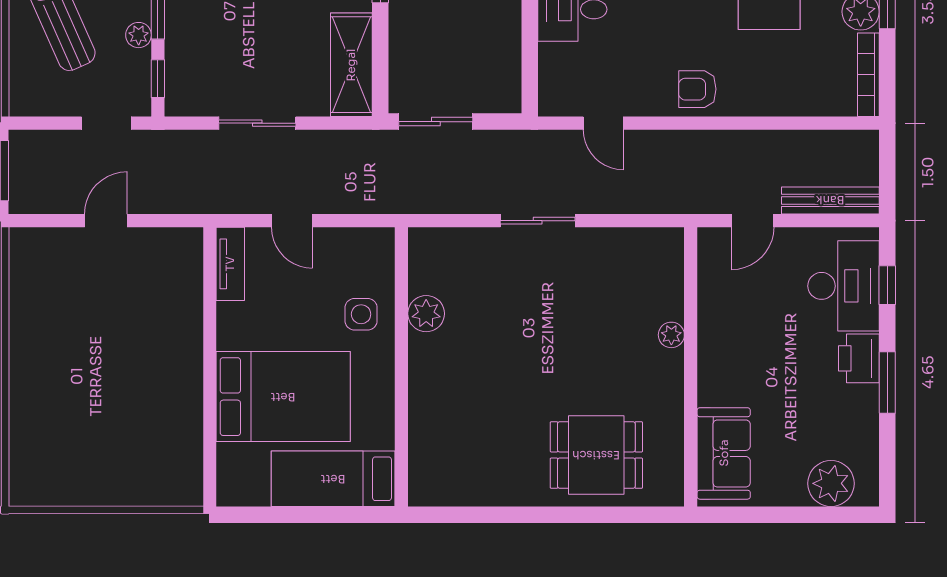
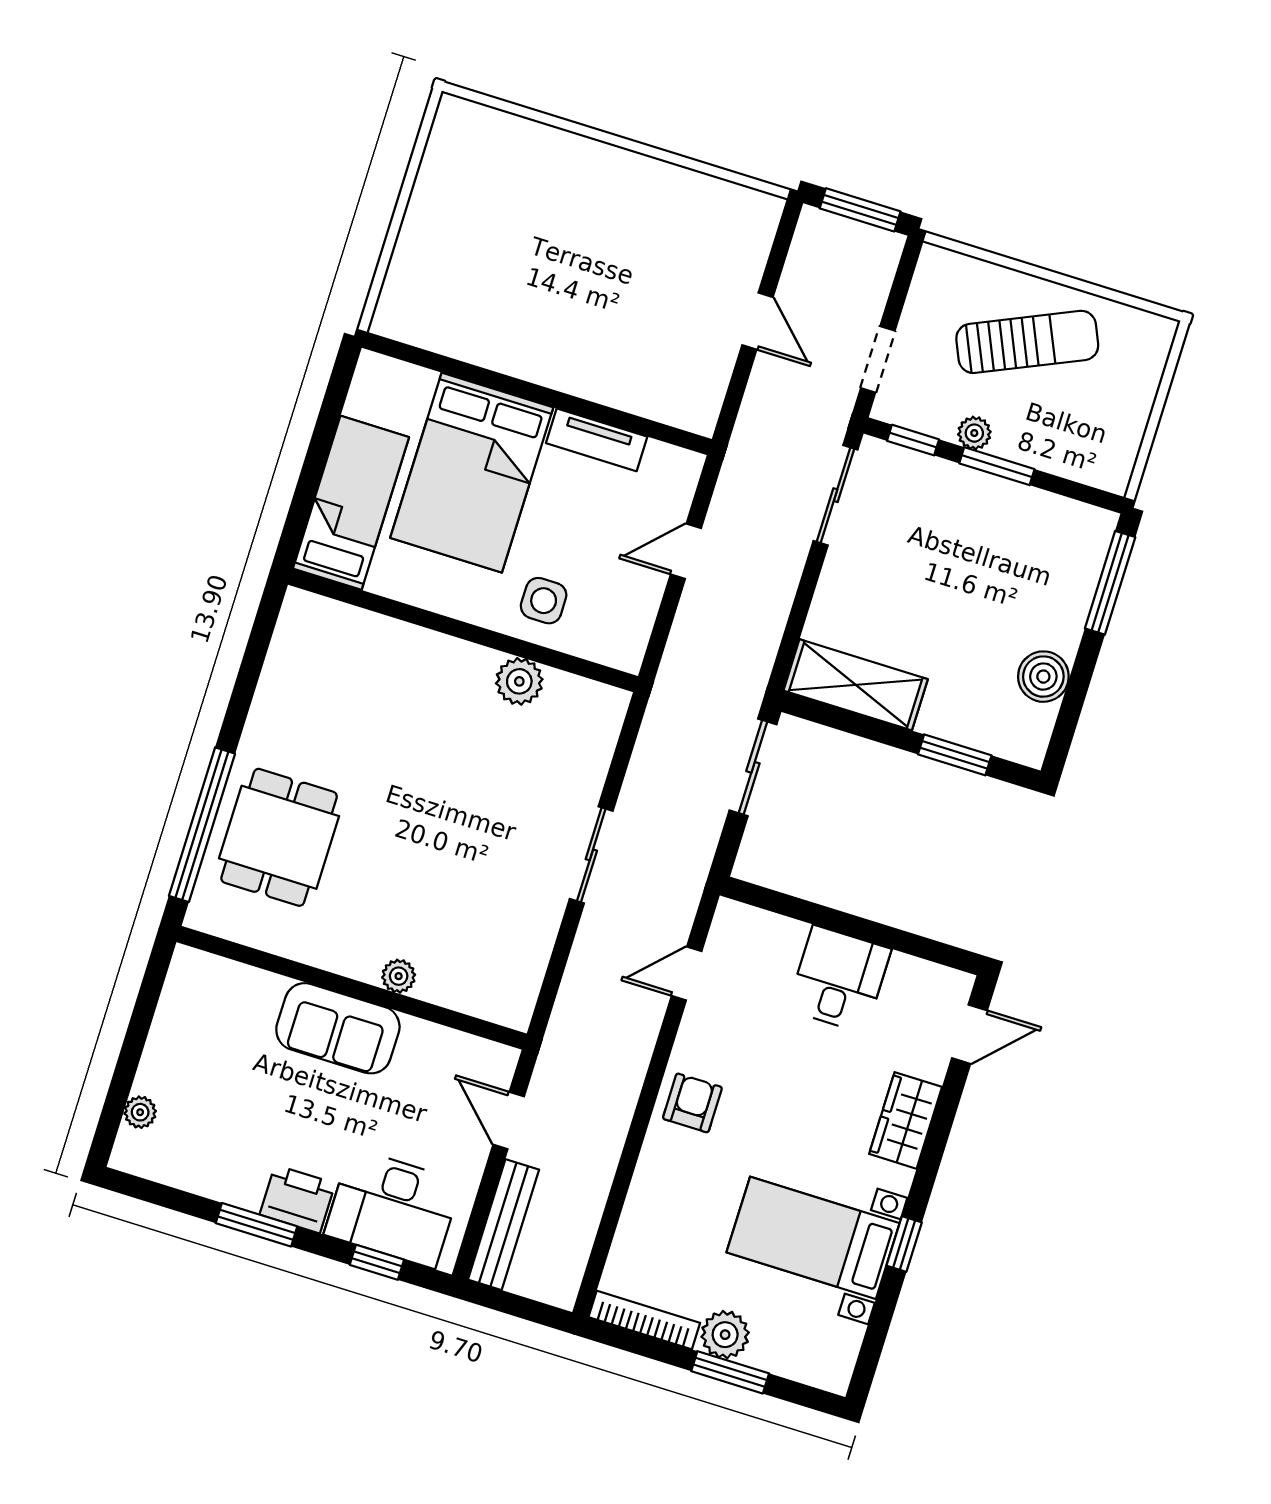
sliding door: (257, 123) -> (836, 495), moved
tv unit: (230, 264) -> (597, 440), moved
sofa: (724, 453) -> (338, 1028), moved
plant: (831, 483) -> (140, 1112), width x0.53, depth x0.53
window: (605, 515) -> (202, 825), added

